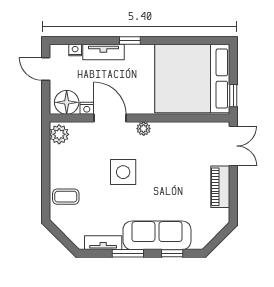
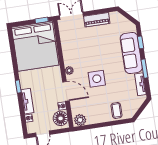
door: (110, 118) -> (66, 91), swing flipped

